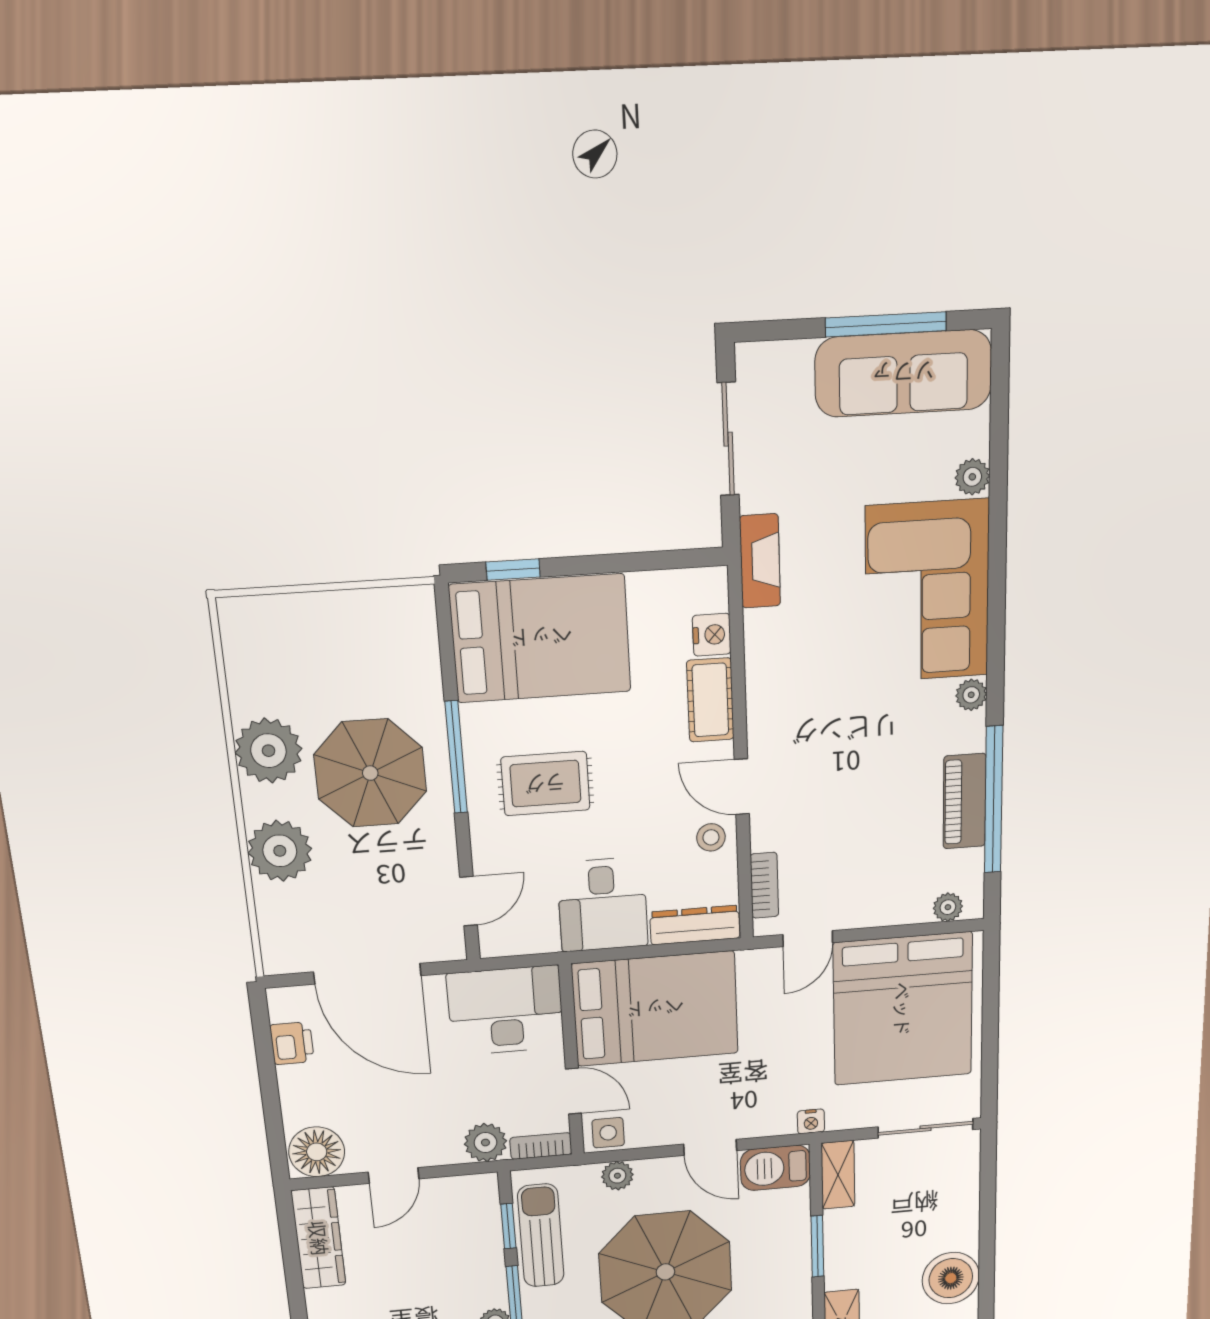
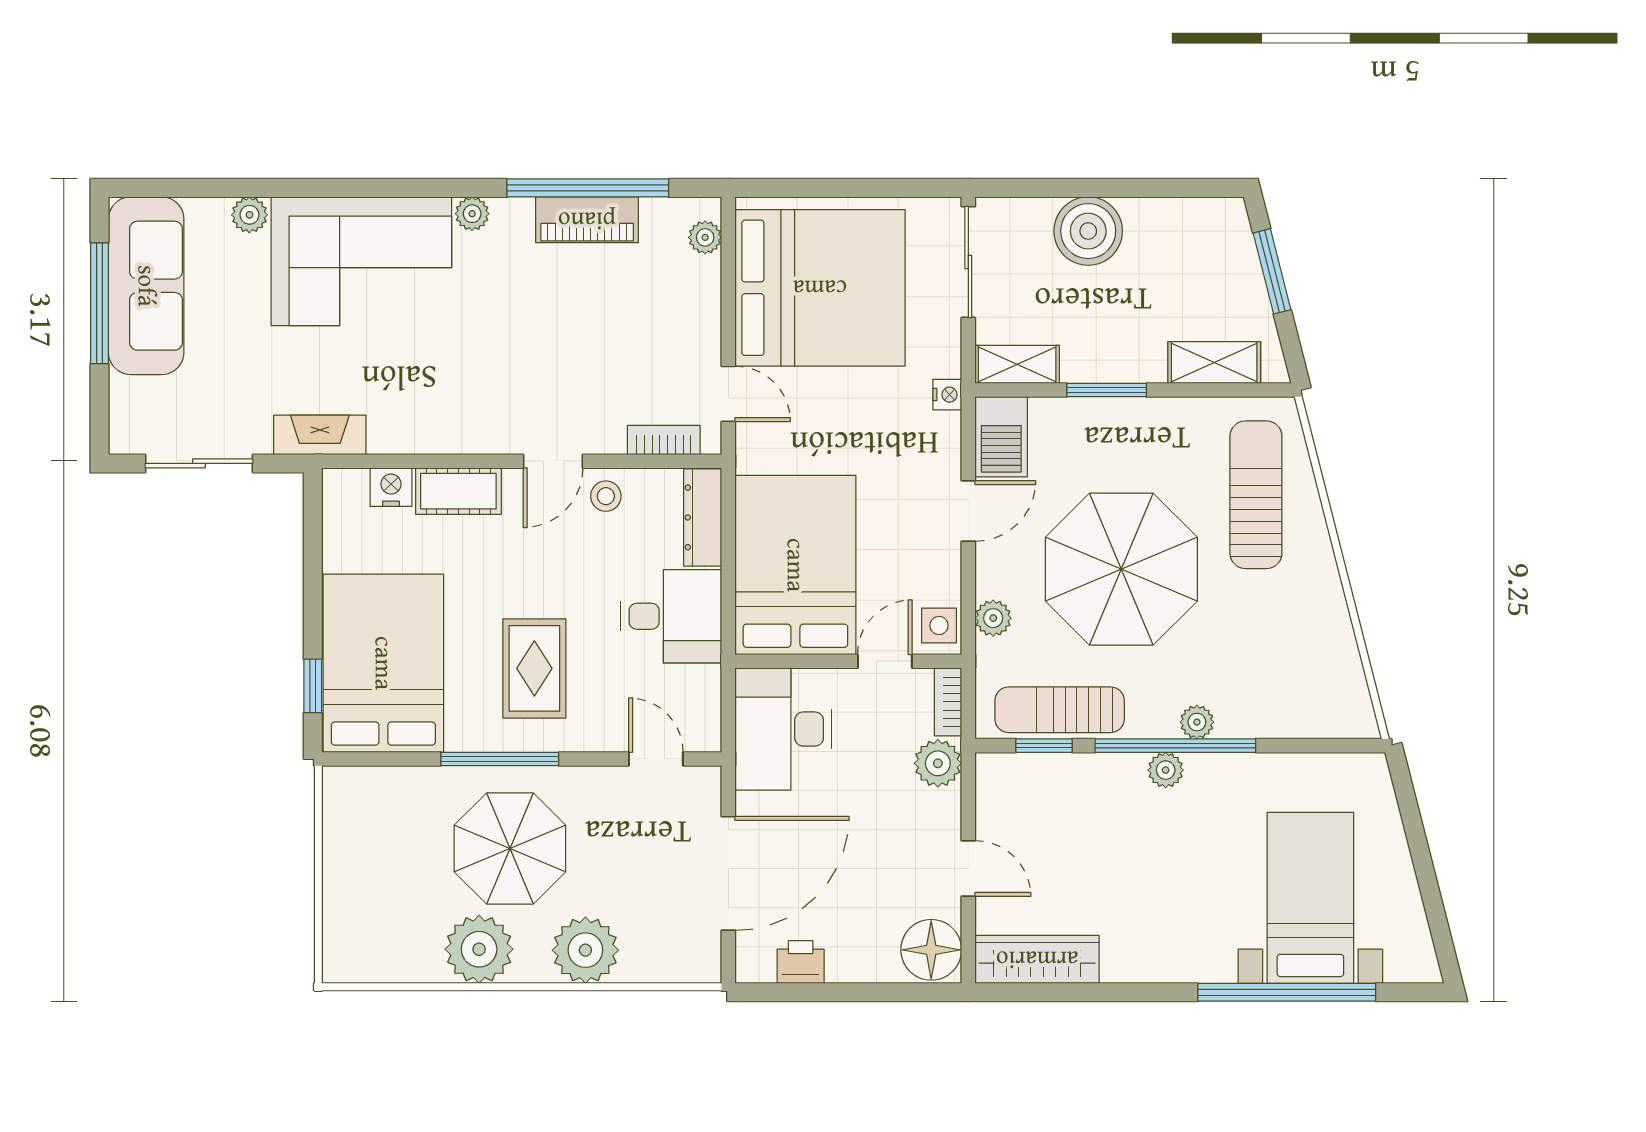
boiler: (951, 1278) -> (1088, 231), moved

